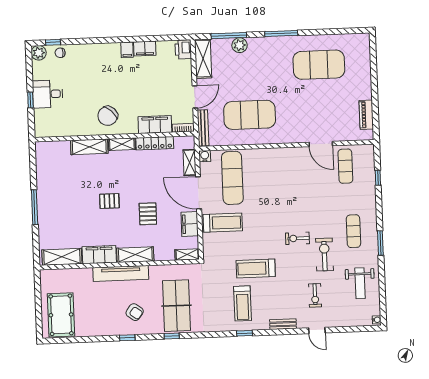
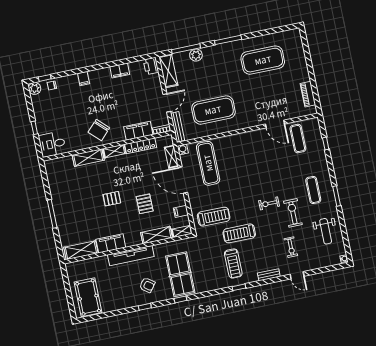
filing cabinet: (127, 50) -> (84, 79), moved
desk: (48, 94) -> (52, 144), moved
treadmill: (223, 223) -> (214, 217), moved
filing cabinet: (190, 224) -> (181, 211), width x0.50
shelving: (135, 255) -> (157, 235), moved

